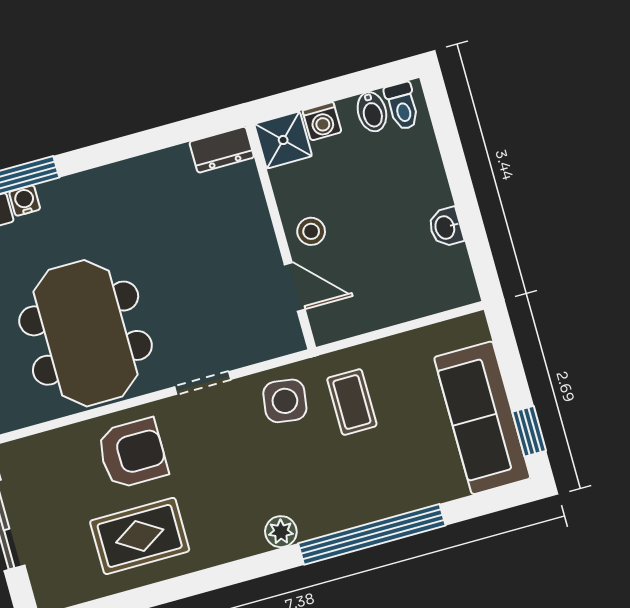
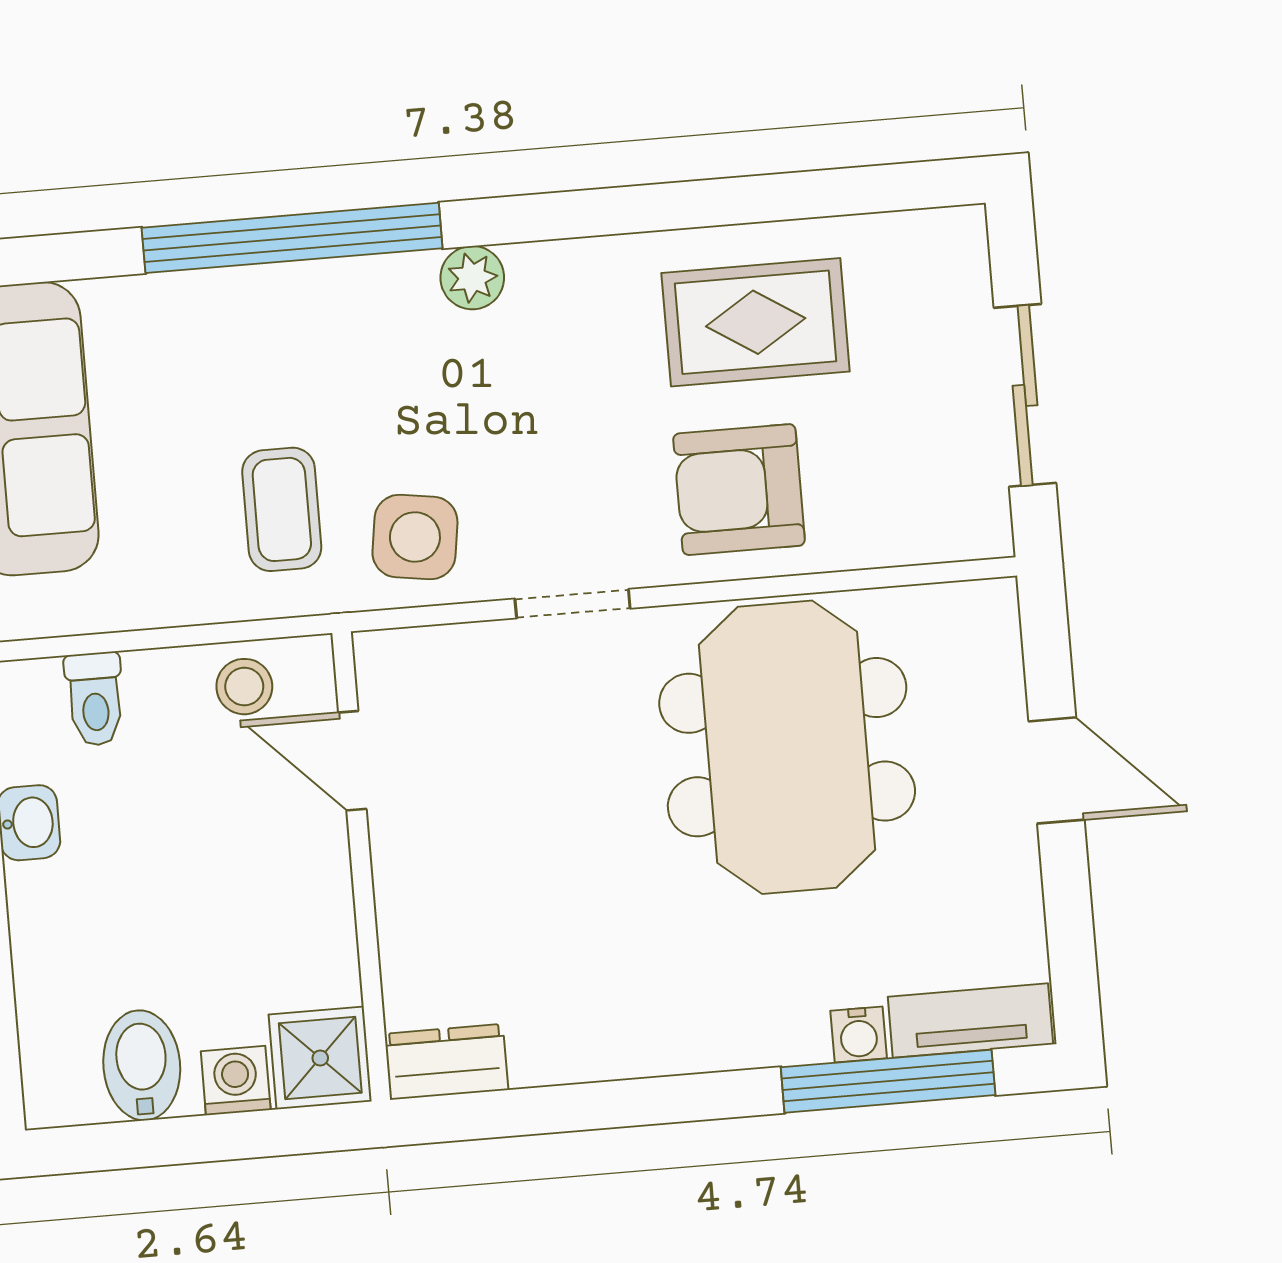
toilet: (402, 106) -> (95, 699), moved, turned 180
bidet: (372, 112) -> (142, 1065), width x1.38, depth x1.36
stool: (311, 231) -> (244, 687), moved

